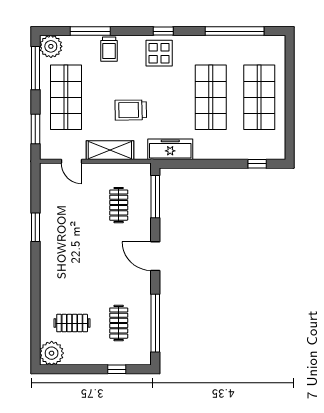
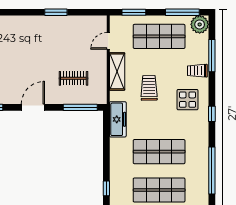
display table: (159, 53) -> (187, 100), moved

